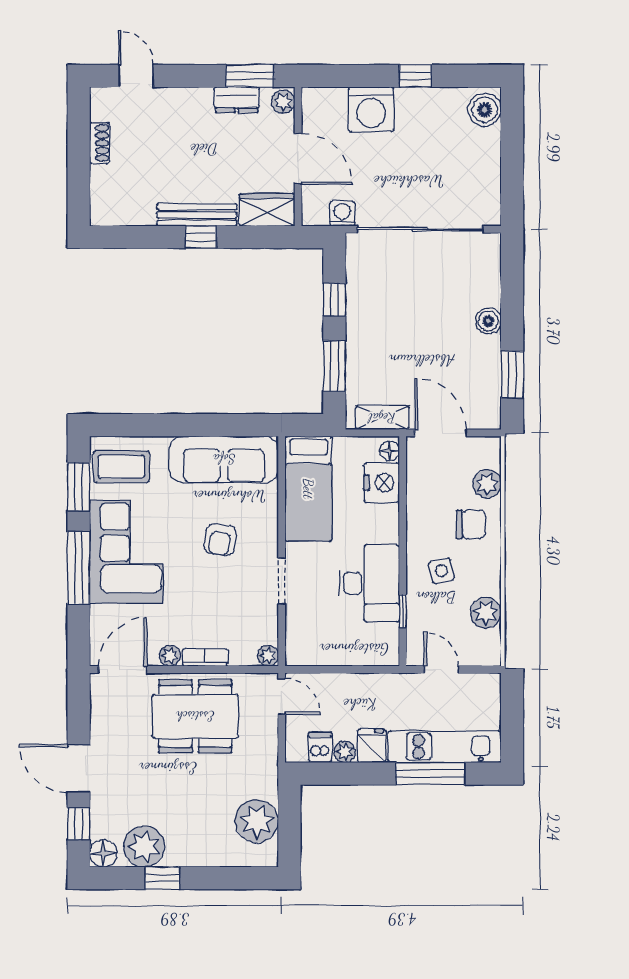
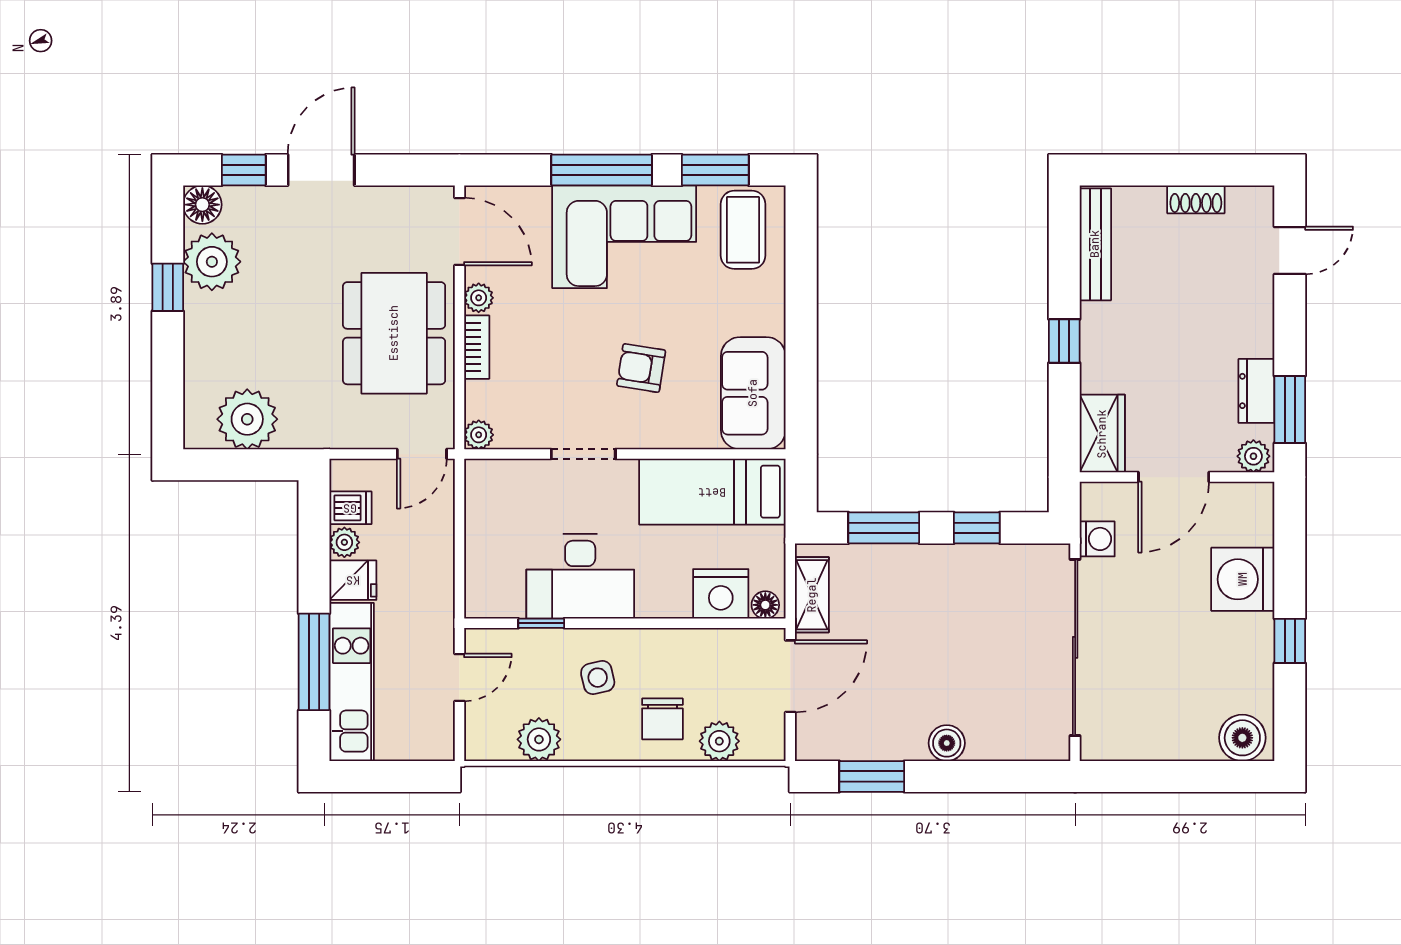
bench: (197, 215) -> (1095, 244), moved
sofa: (224, 459) -> (753, 393), width x0.73

